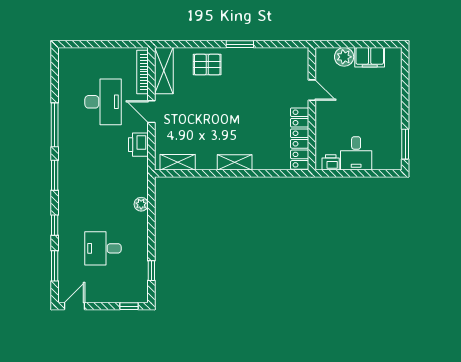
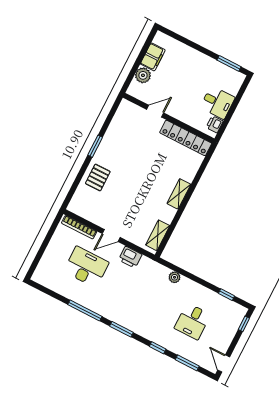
shelving: (164, 71) -> (86, 211), removed

